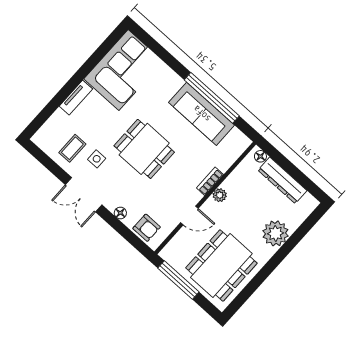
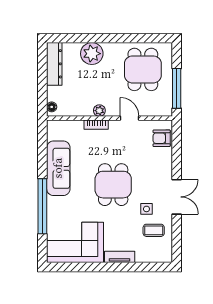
window: (212, 98) -> (42, 206), moved
dresser: (282, 180) -> (54, 64), moved
floor lamp: (120, 213) -> (167, 163), removed
armchair: (147, 228) -> (162, 138), turned -90
dining table: (221, 265) -> (143, 69), width x0.73

